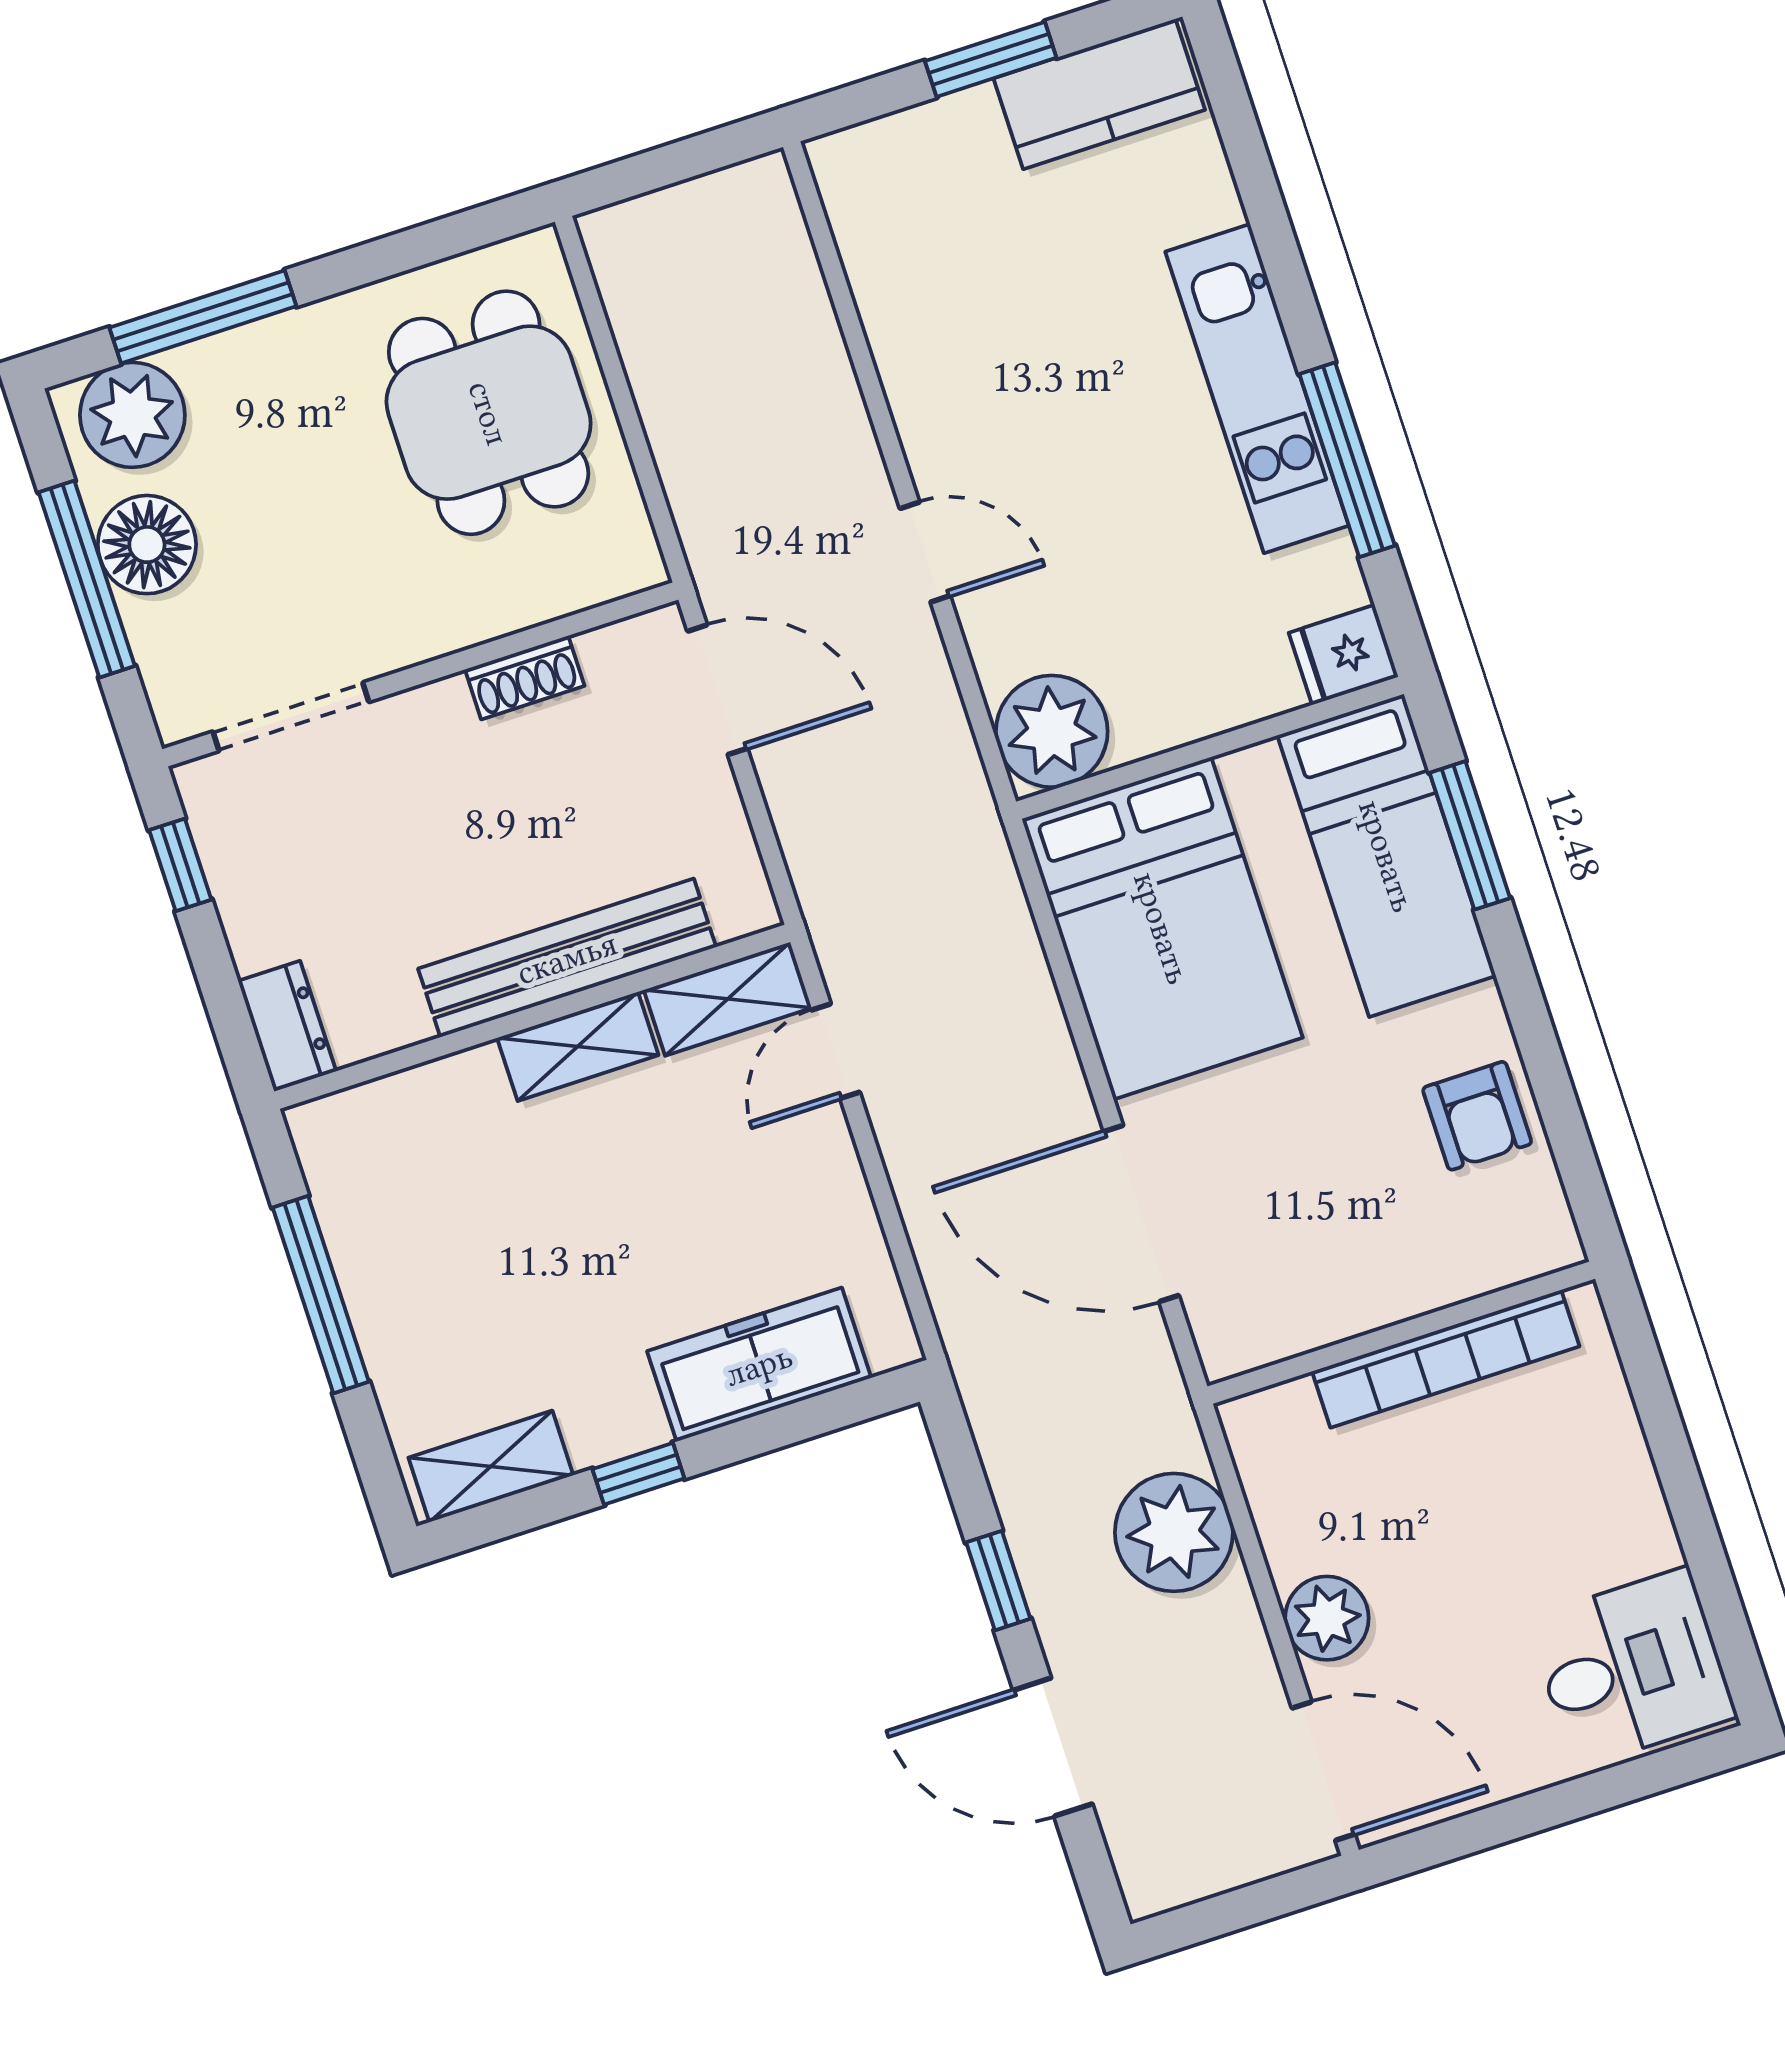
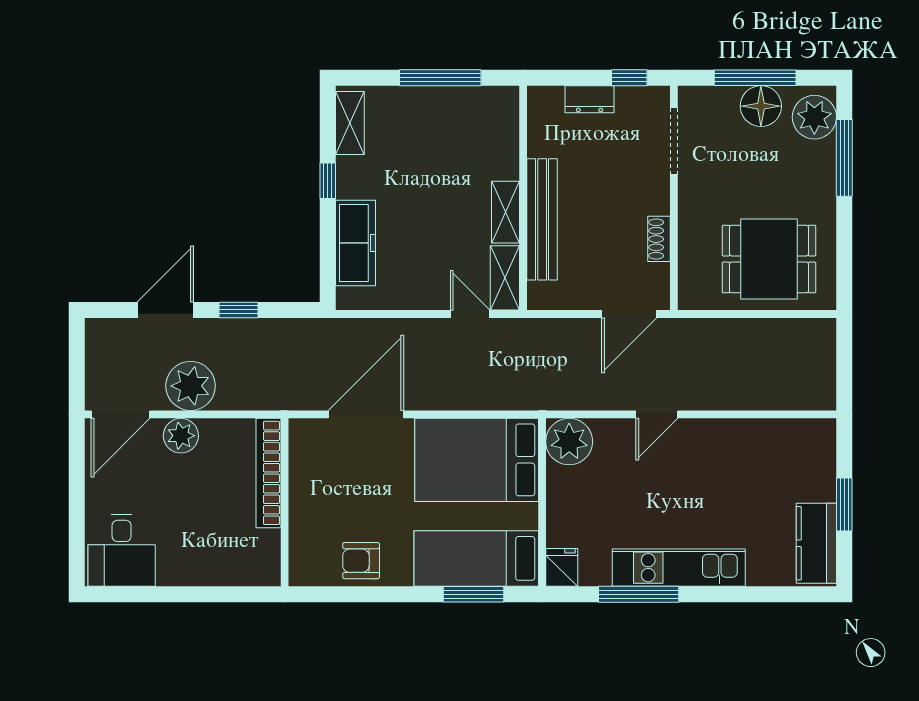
dresser: (287, 1026) -> (590, 99), moved
bookcase: (1446, 1359) -> (269, 473), moved
plant: (1174, 1532) -> (191, 386), moved

